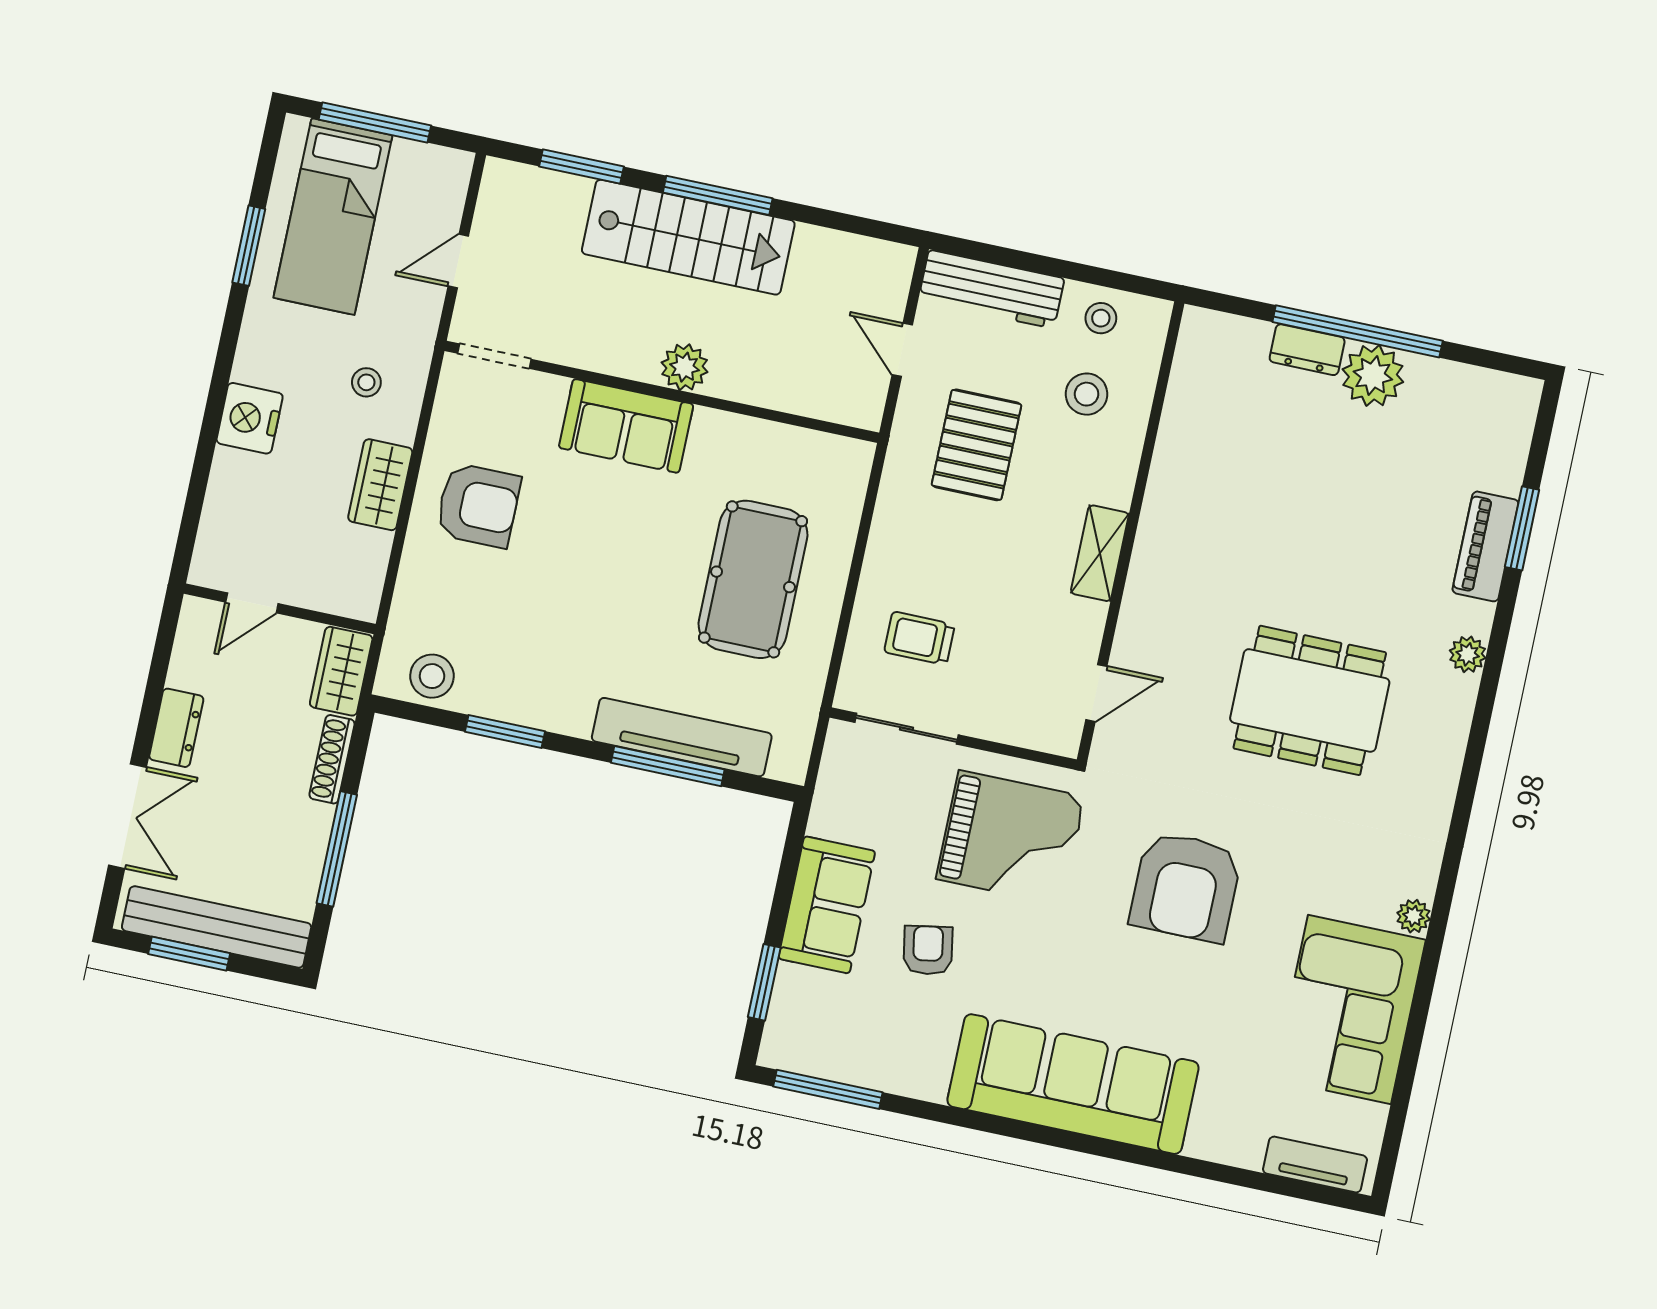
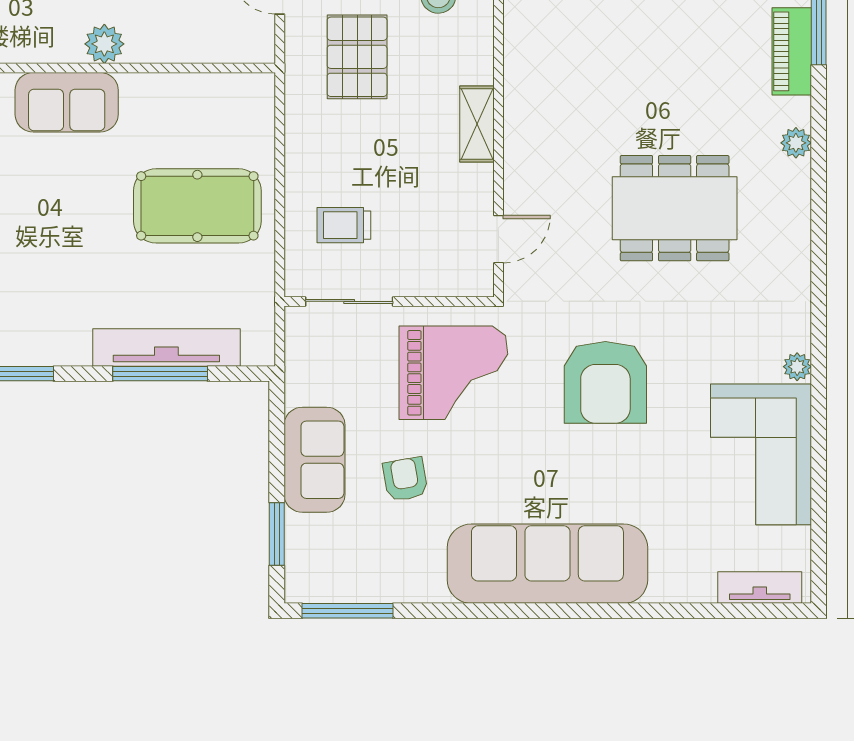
pool table: (753, 579) -> (197, 206), turned 90

